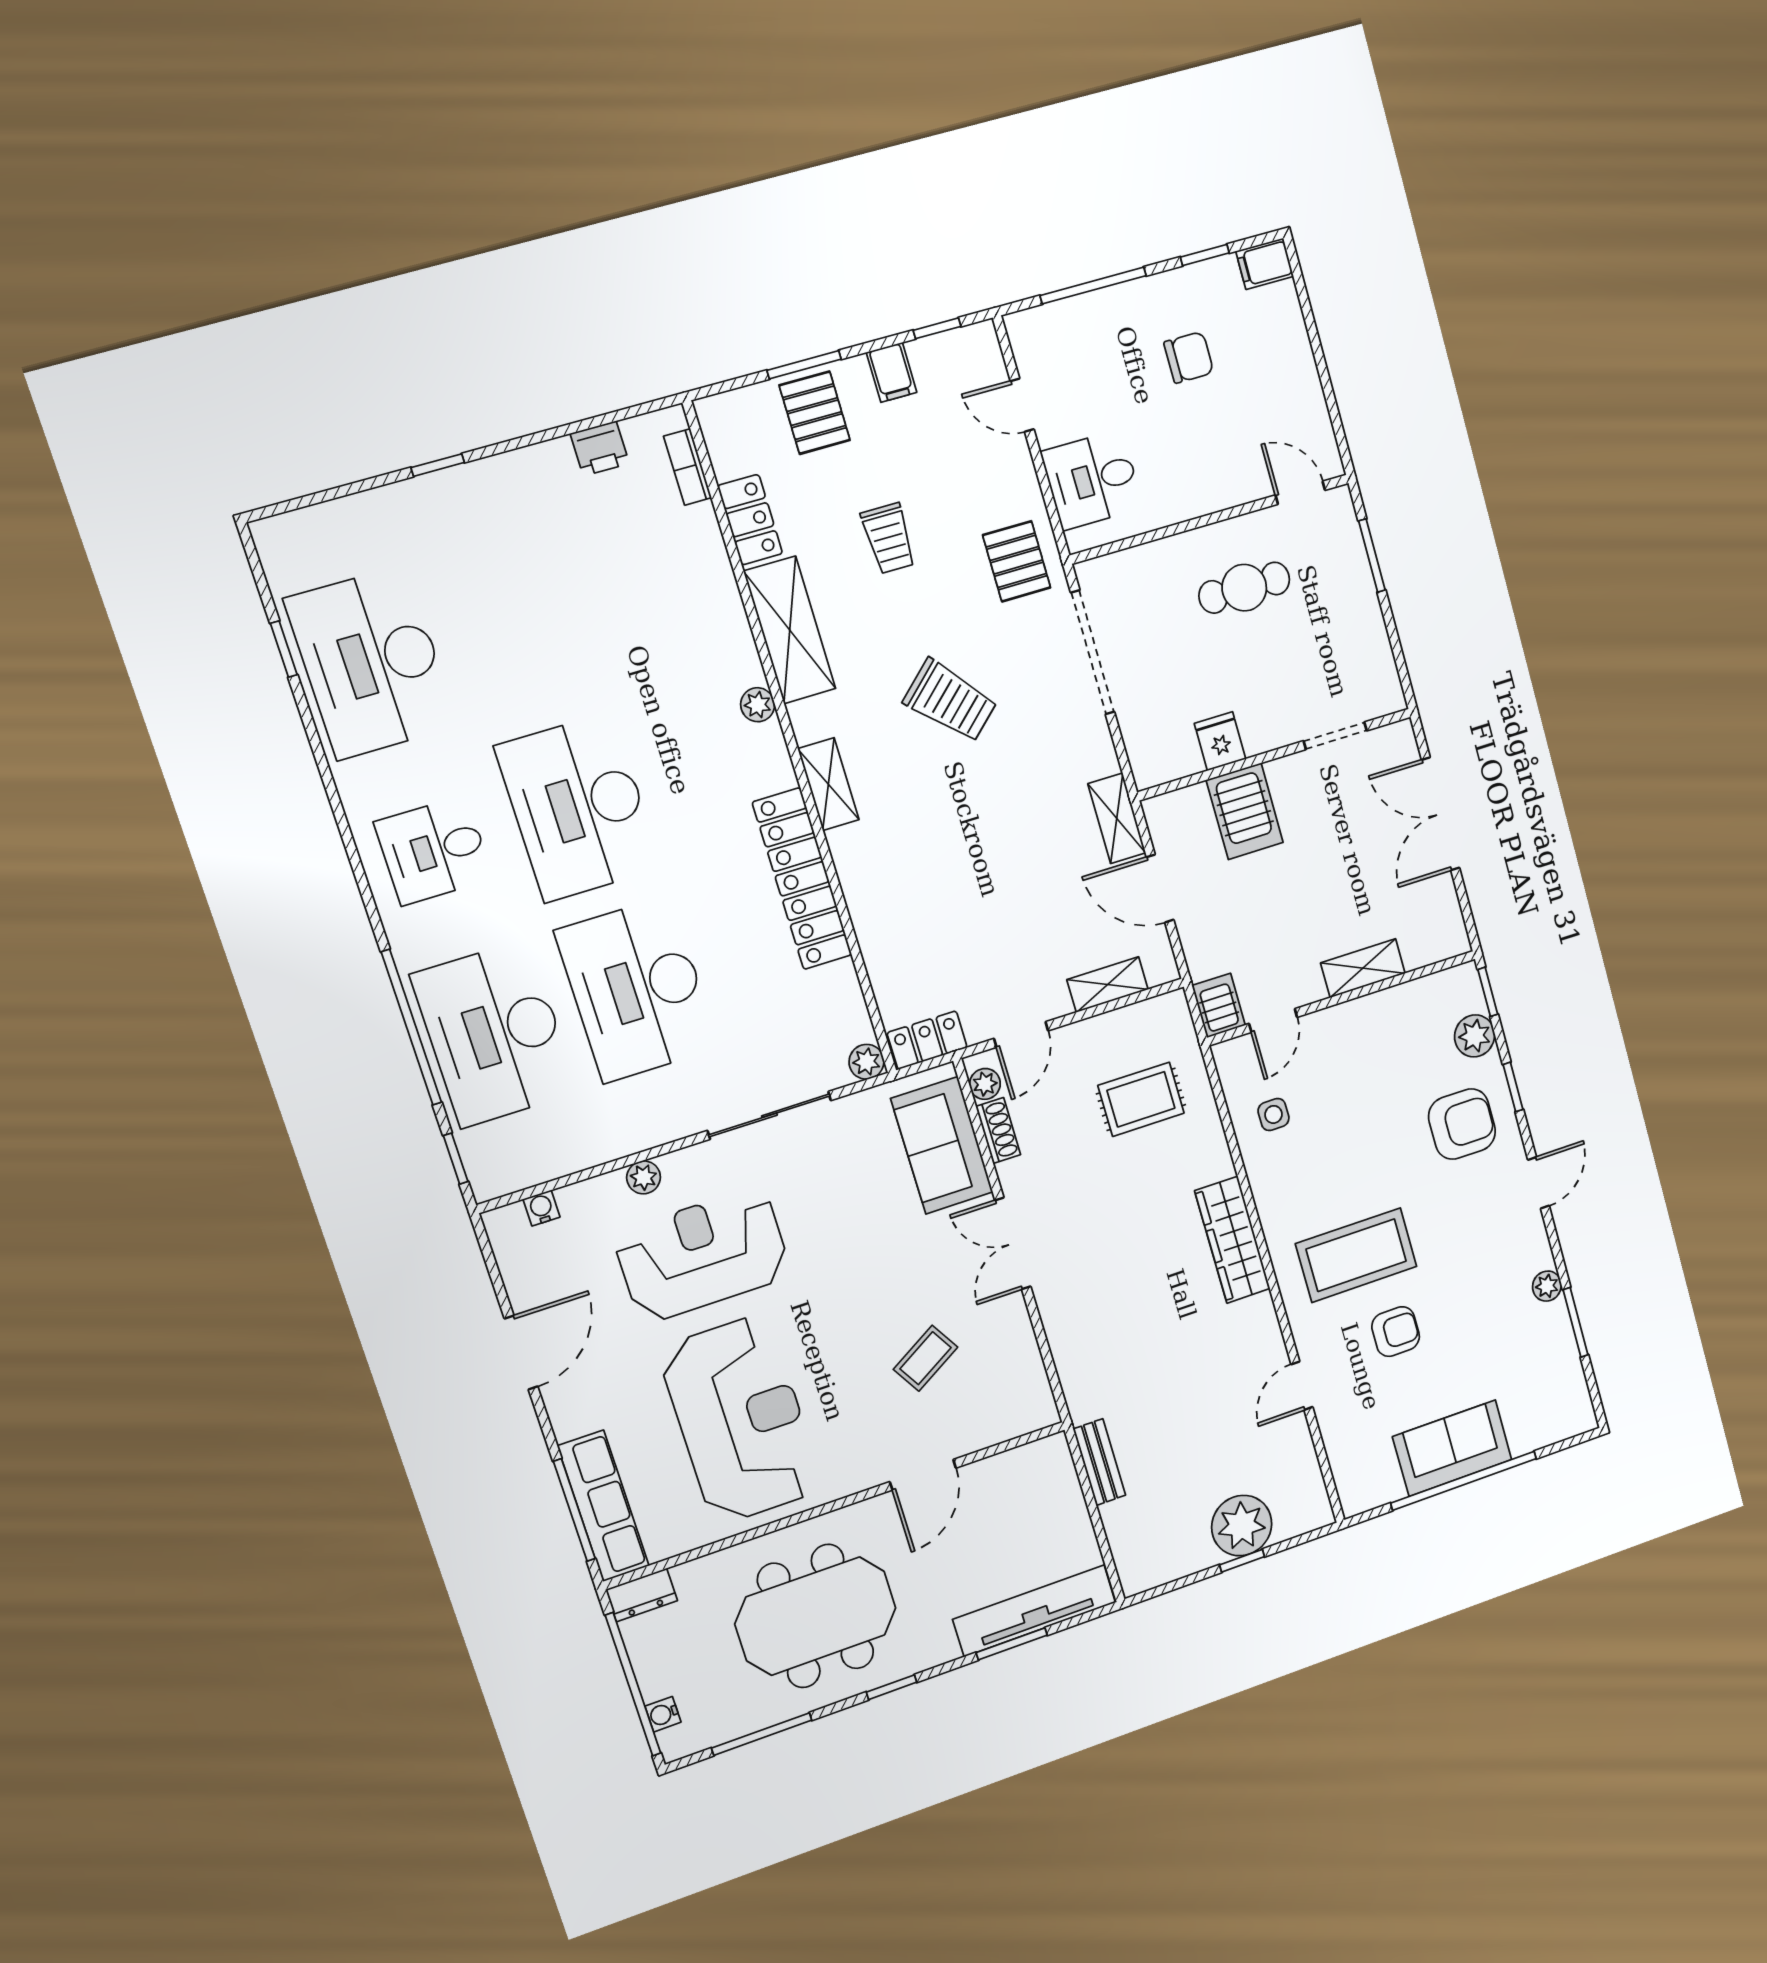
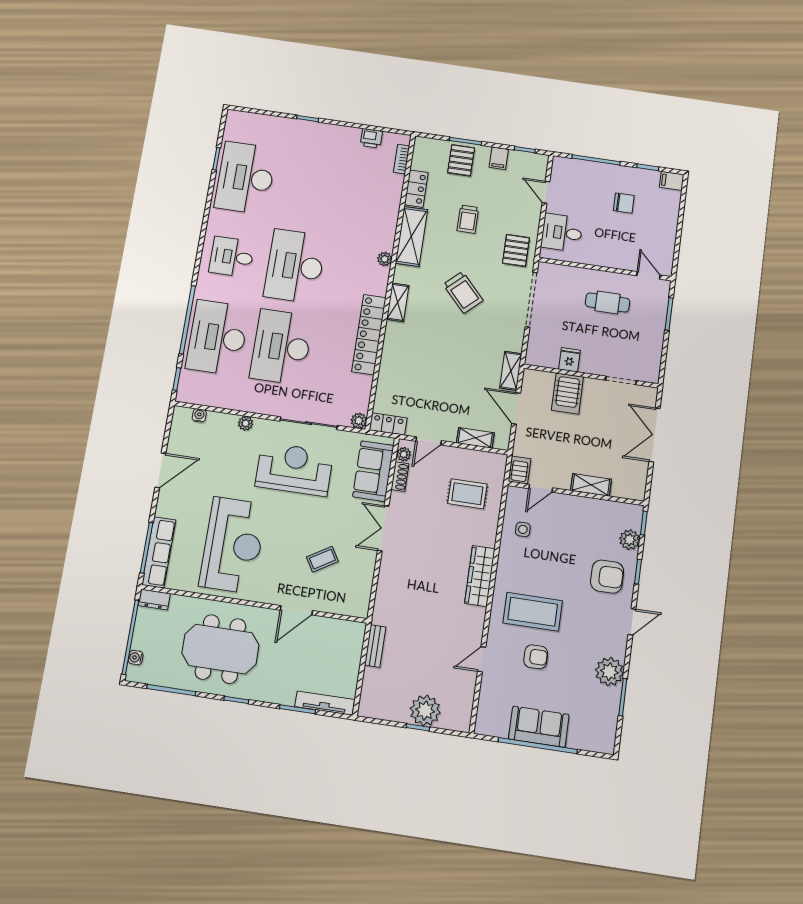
reception desk: (703, 1255) -> (294, 469), moved
plant: (1547, 1286) -> (609, 672), width x1.88, depth x1.88
tv unit: (1034, 1611) -> (325, 703), width x0.73, depth x0.78

